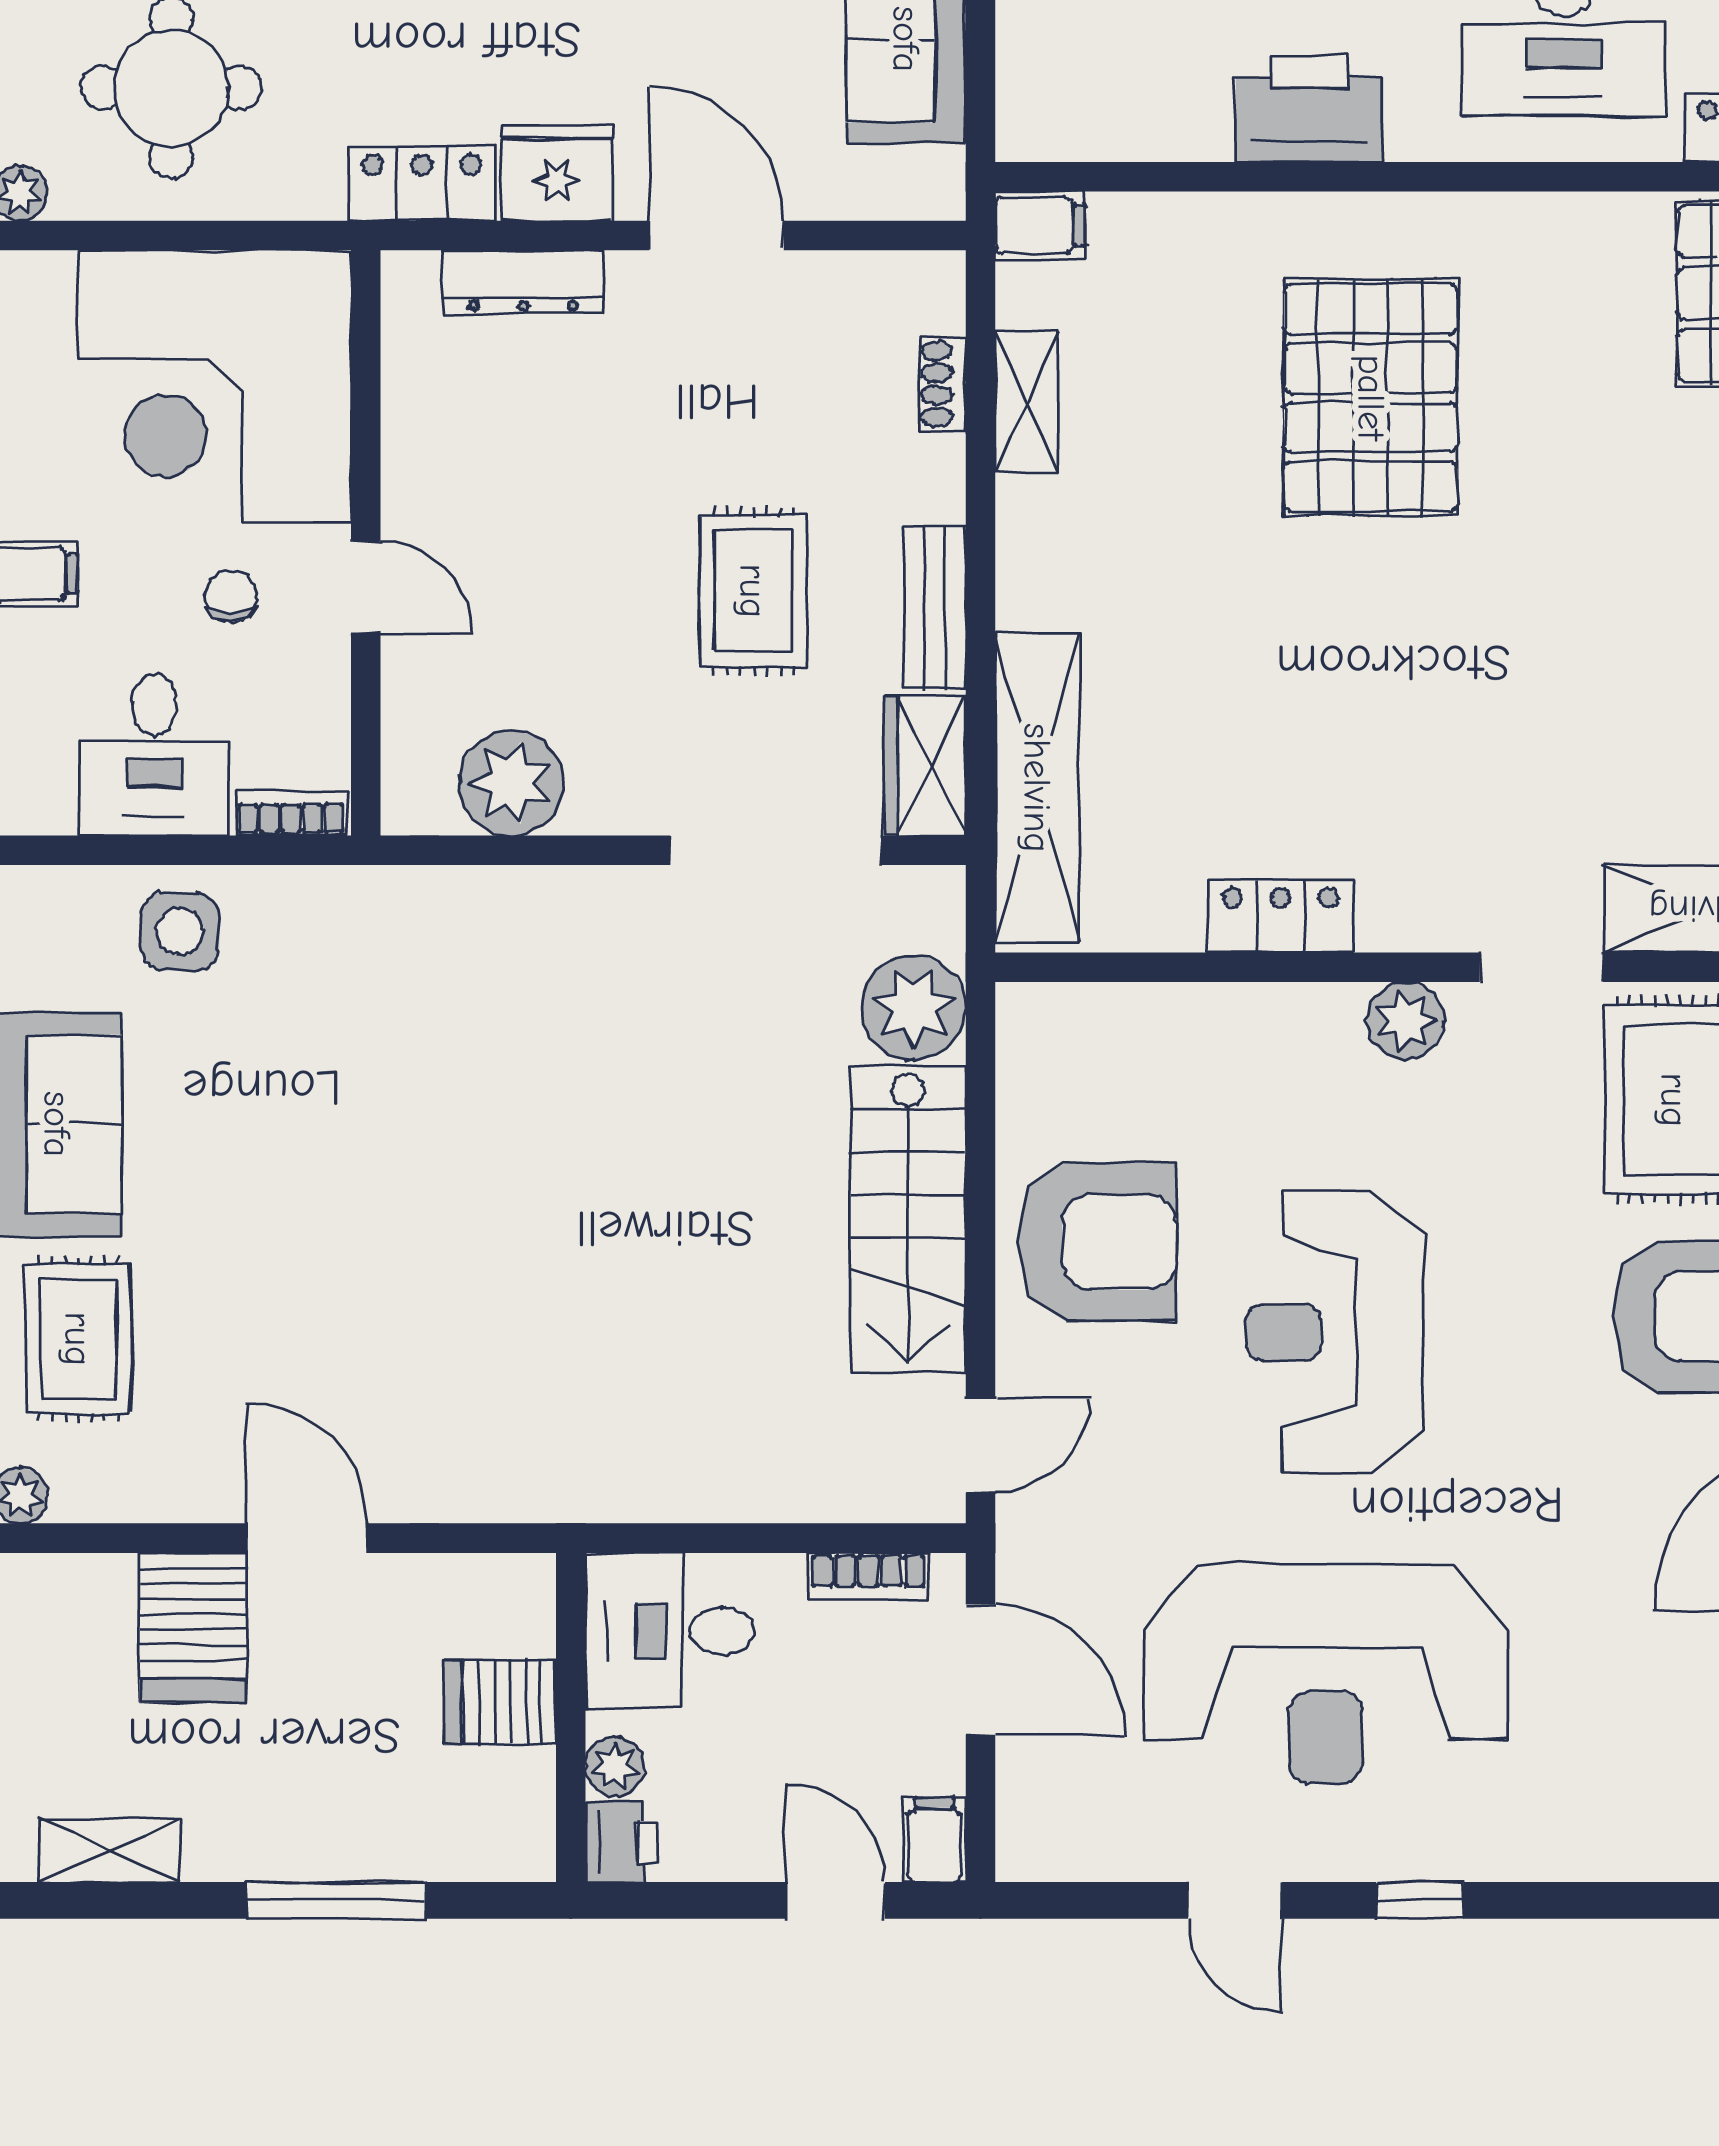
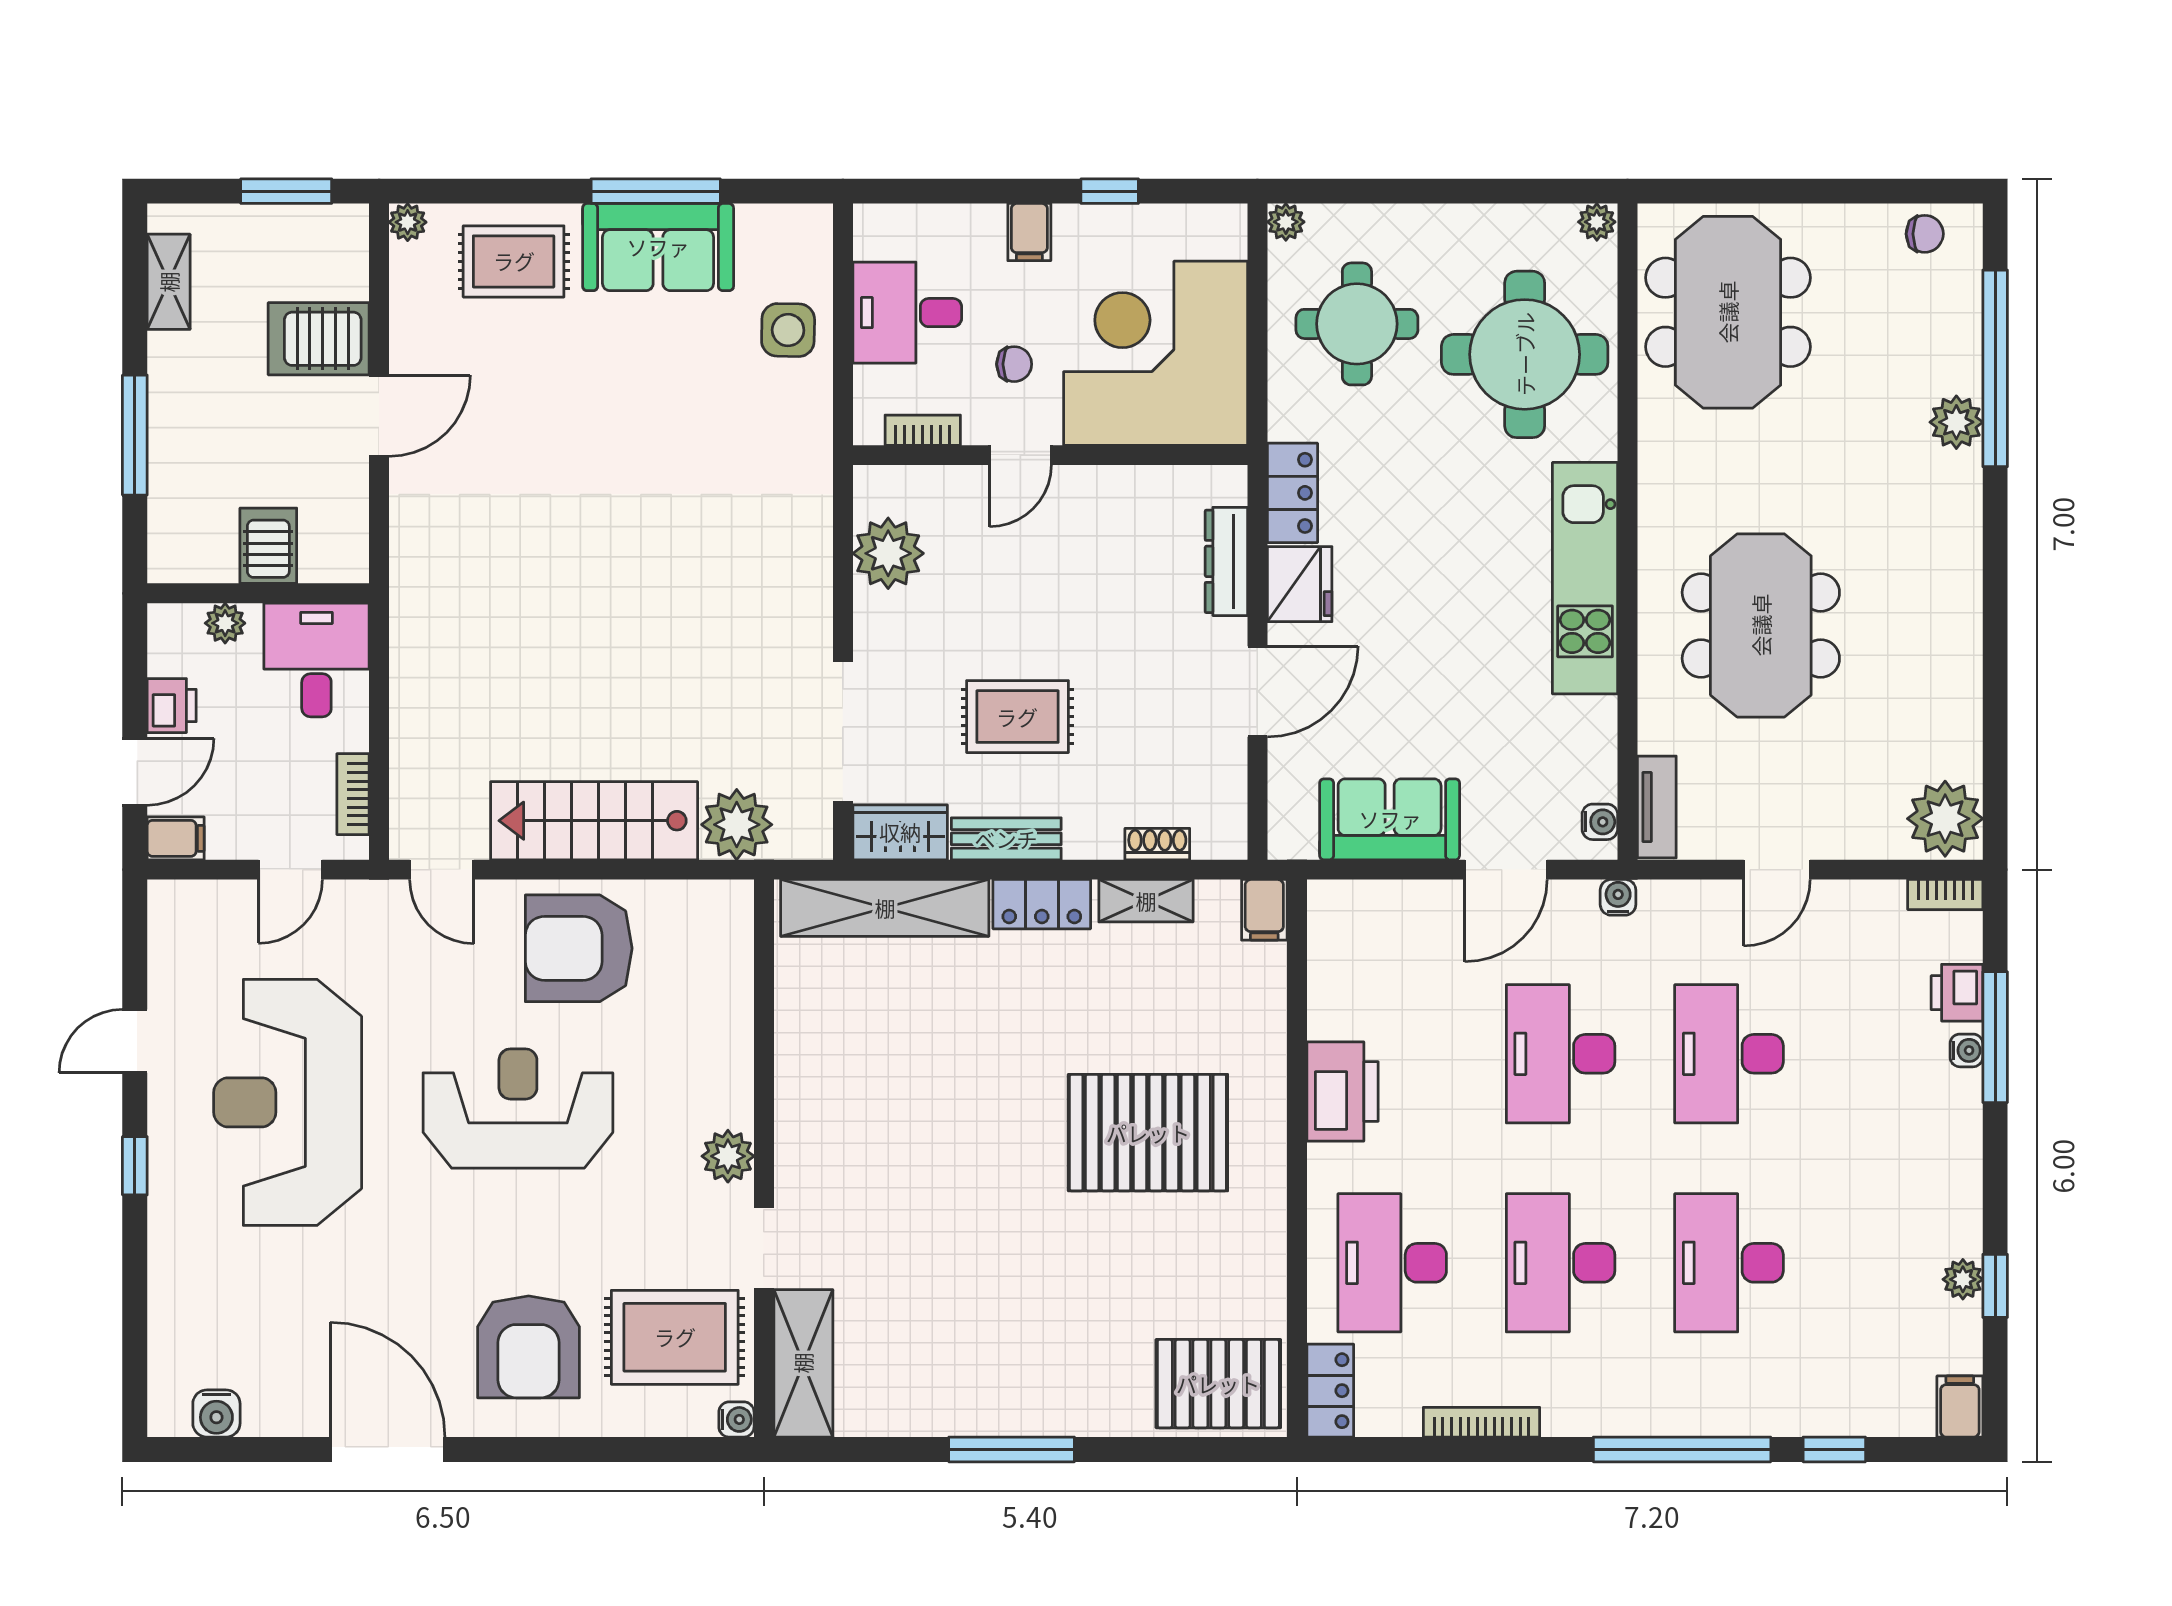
bookcase: (291, 813) -> (923, 430), moved, turned -90
locker: (1281, 916) -> (1042, 904), moved, turned 90
armchair: (1097, 1242) -> (579, 948), turned 90
door: (981, 1670) -> (290, 870), width x0.73
printer: (622, 1842) -> (172, 706), moved, turned -90

